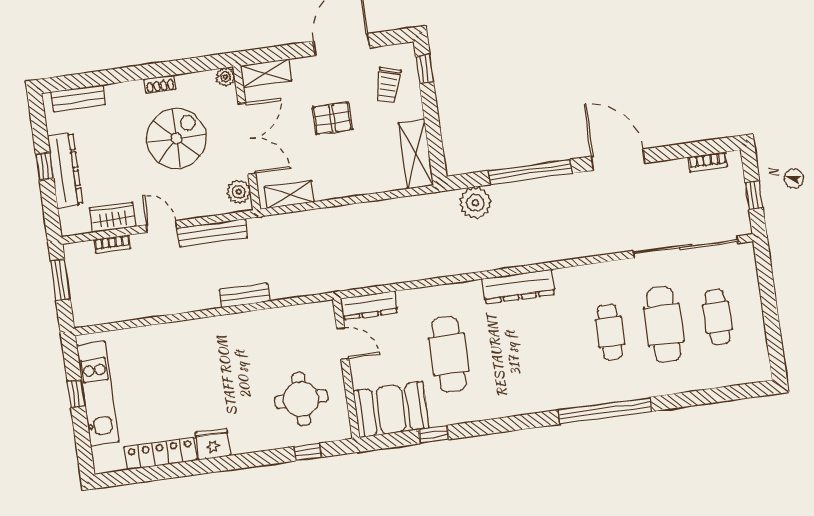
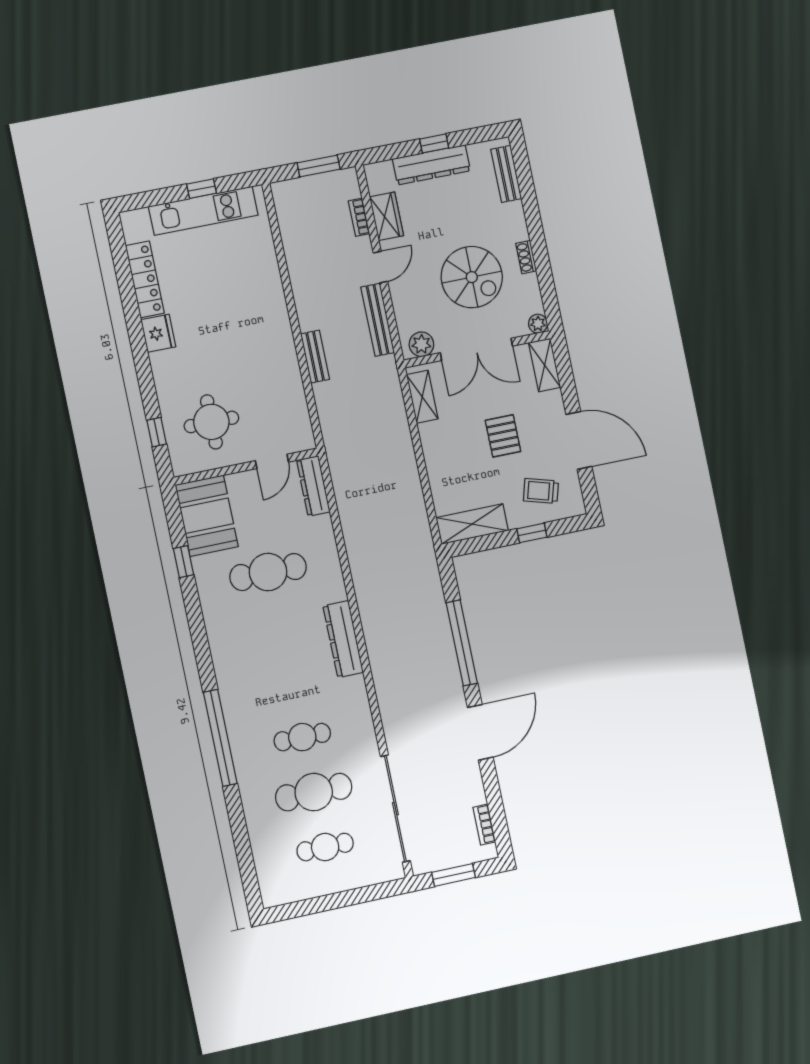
window: (425, 69) -> (532, 533), moved
window: (754, 195) -> (454, 875), width x1.50
plant: (475, 203) -> (426, 589), removed

